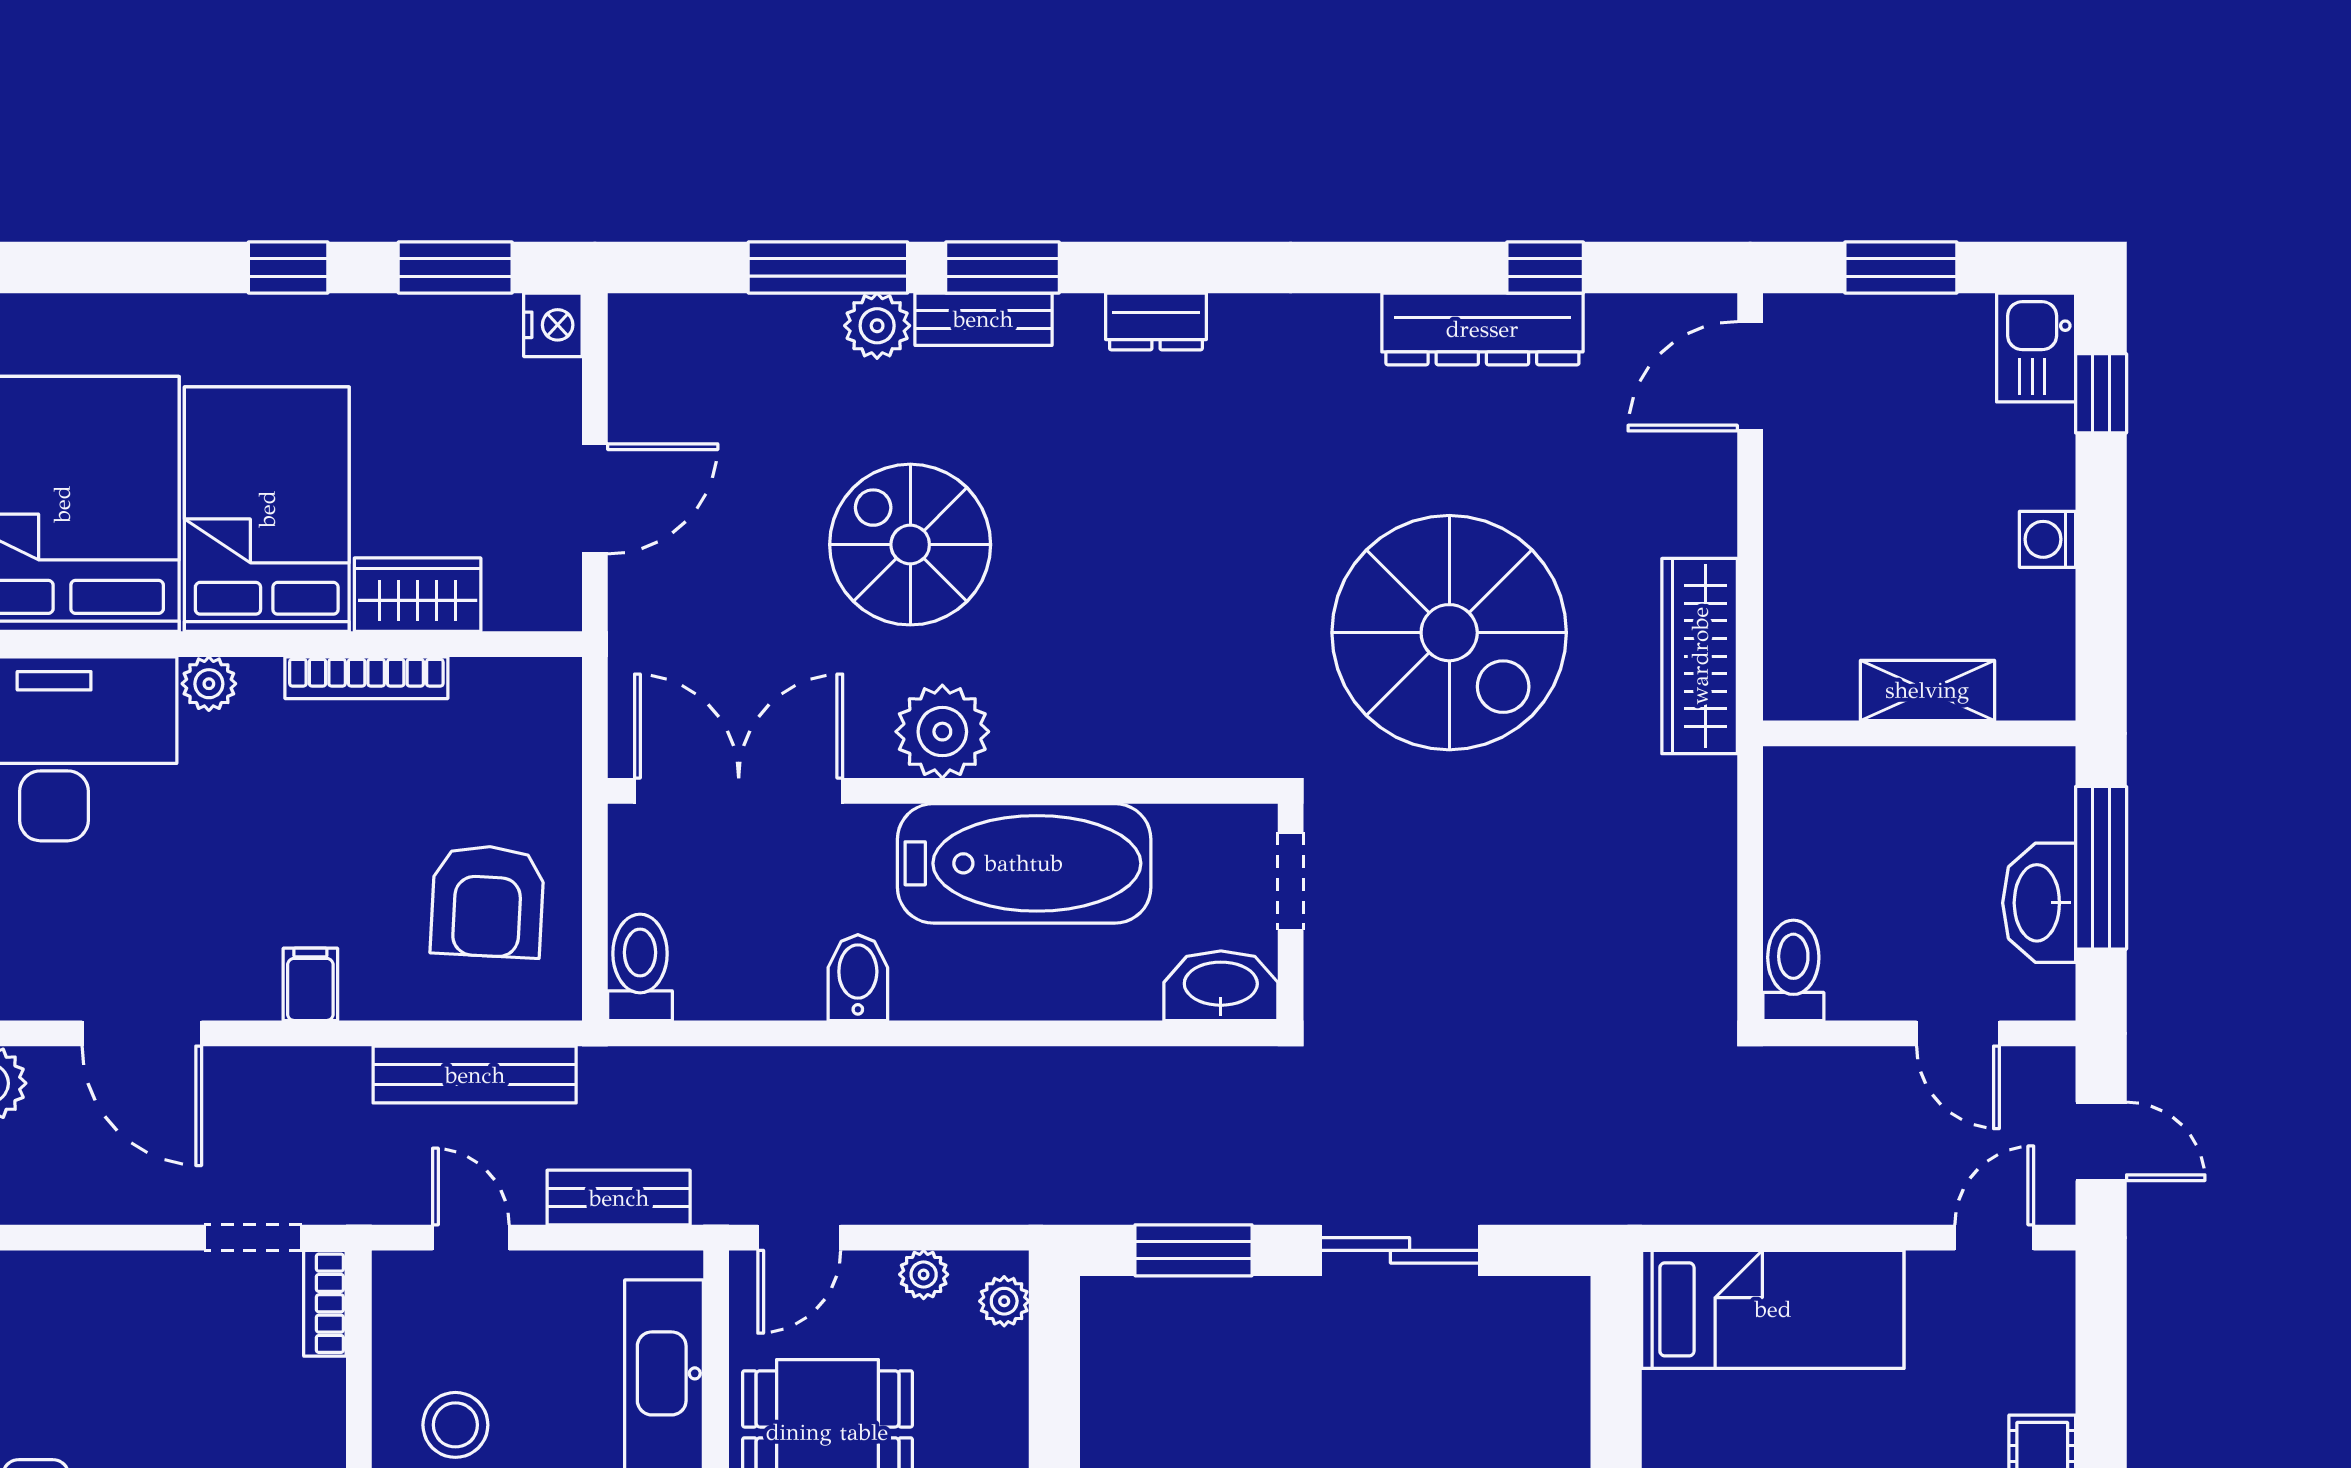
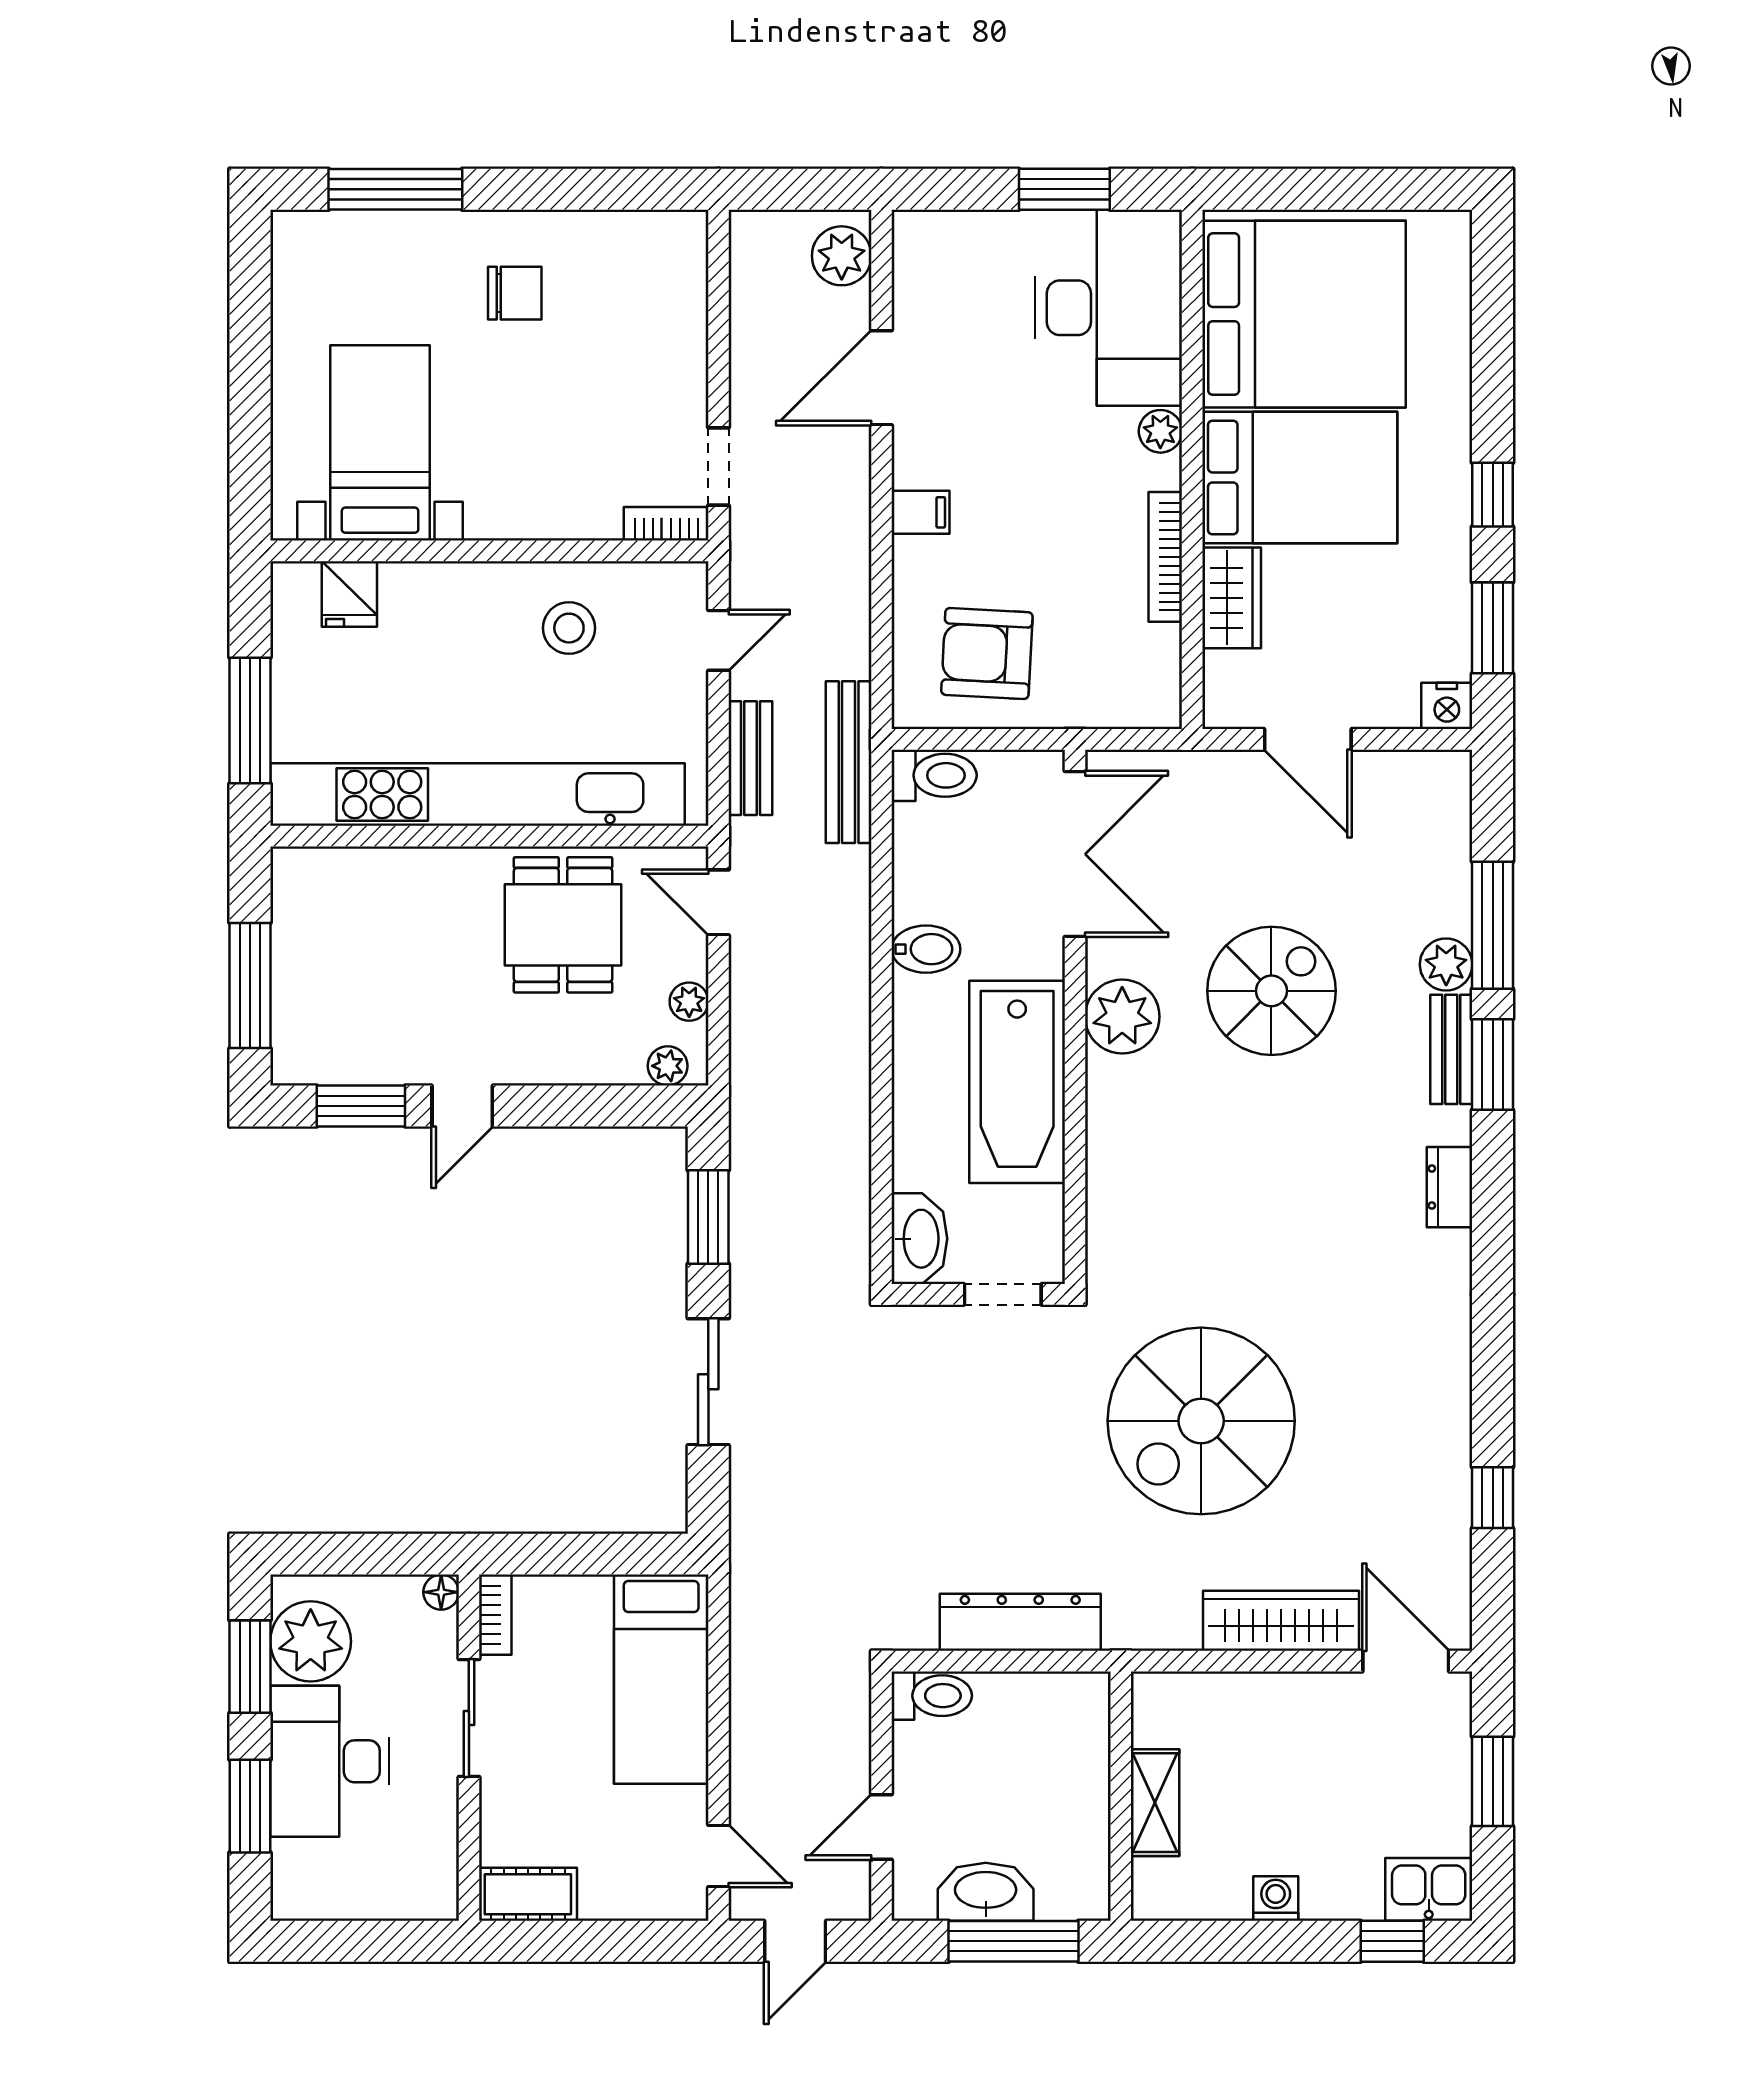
dresser: (1482, 329) -> (1020, 1622), moved, turned 90
wardrobe: (1700, 656) -> (1281, 1621), moved
bench: (475, 1075) -> (849, 762), moved

